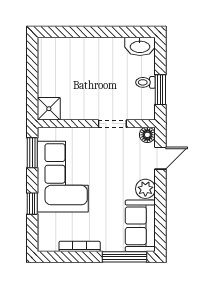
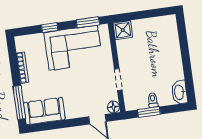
plant: (145, 189) -> (73, 111), removed

